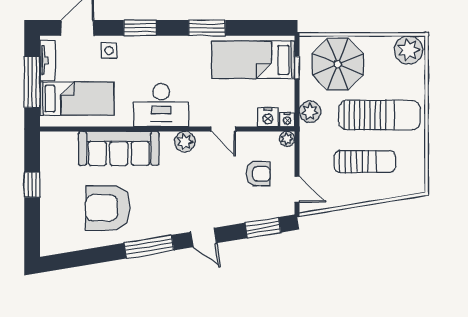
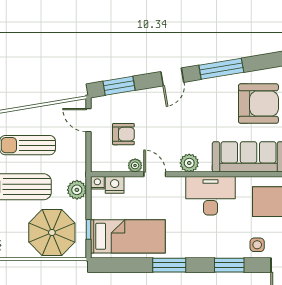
plant: (287, 139) -> (135, 165), moved
armchair: (258, 174) -> (123, 134), turned 180
door: (204, 237) -> (172, 77), swing flipped

